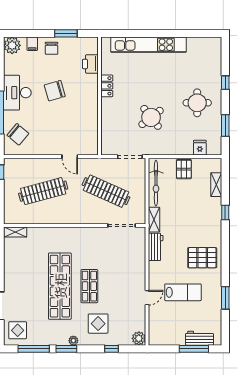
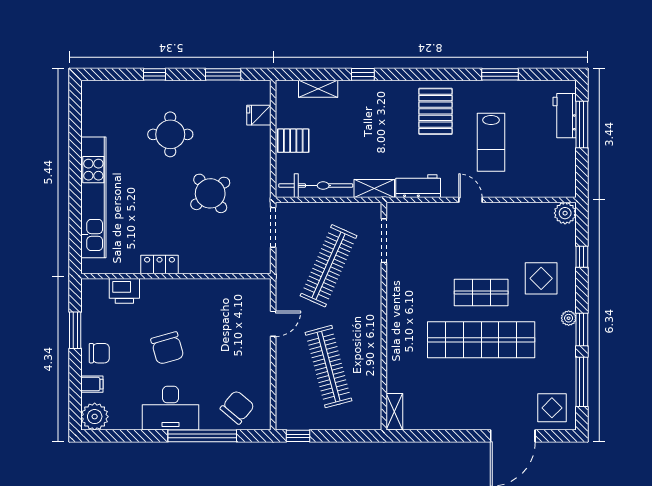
round table: (197, 103) -> (170, 134), moved
lab bench: (183, 292) -> (491, 142), turned 180
door: (147, 298) -> (470, 200), moved

